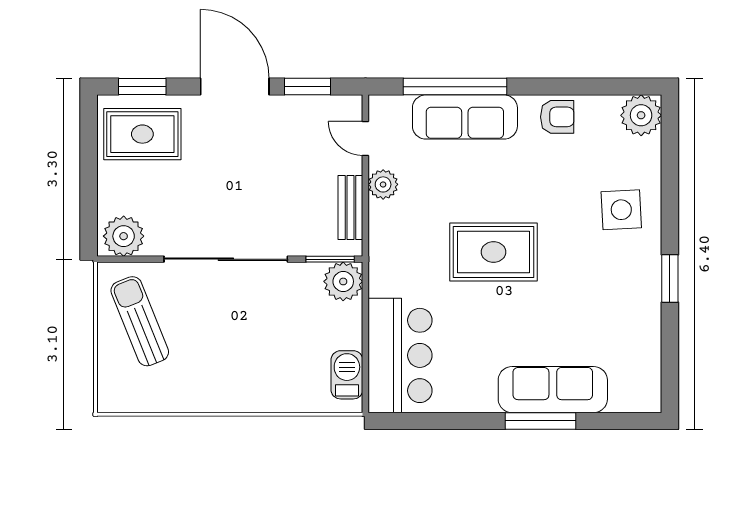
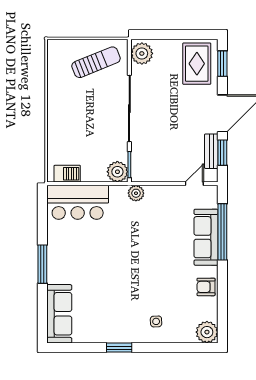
armchair: (557, 117) -> (206, 287), turned 90
plant: (383, 184) -> (136, 193), moved
bench: (350, 208) -> (211, 151), moved, turned 90
side table: (621, 210) -> (156, 321), width x0.54, depth x0.54
rug: (493, 252) -> (133, 253), removed
sofa: (553, 390) -> (59, 314), moved
window: (540, 421) -> (42, 264), moved

